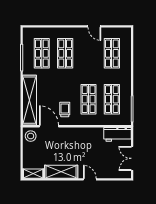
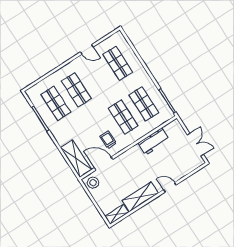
shelving: (29, 100) -> (76, 159), width x0.68
workbench: (117, 134) -> (154, 141), moved
double door: (132, 158) -> (195, 145), swing flipped

